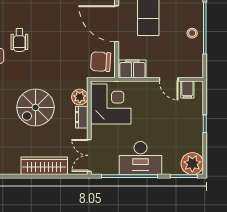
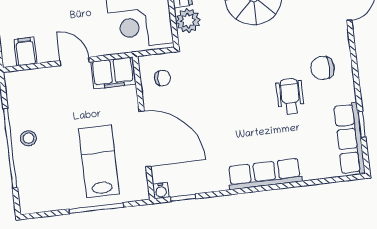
chair: (101, 62) -> (163, 78), width x0.54, depth x0.54
door: (169, 79) -> (75, 61), moved

